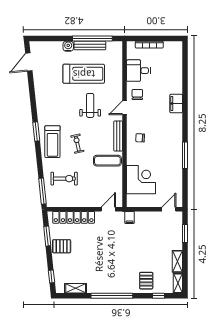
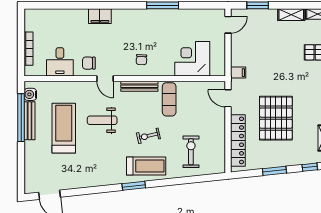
water cooler: (68, 46) -> (30, 94), moved
window: (42, 191) -> (206, 178), removed
door: (169, 209) -> (228, 25), swing flipped
window: (47, 236) -> (274, 171), moved
pallet: (62, 246) -> (276, 118), moved, width x2.05, depth x2.00

